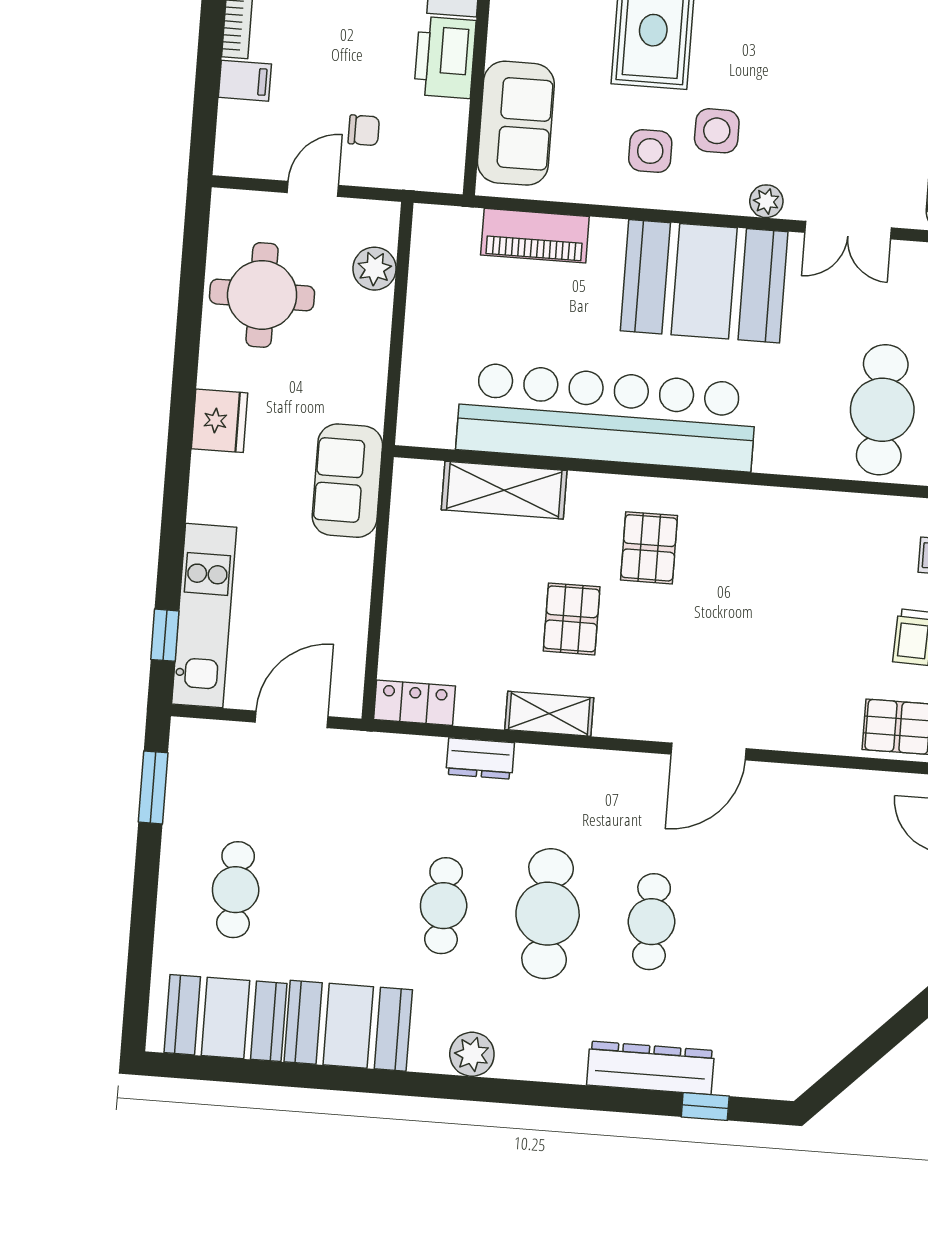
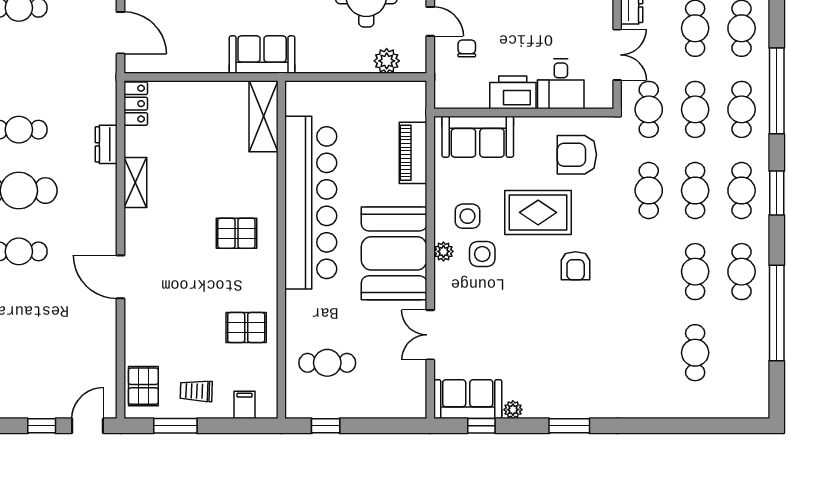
chair: (364, 130) -> (467, 48), turned 180
plant: (766, 201) -> (443, 251), moved
cafe table: (882, 410) -> (327, 363), width x0.73, depth x0.74
shelving: (504, 490) -> (264, 116), moved
pallet: (572, 619) -> (246, 328), moved

